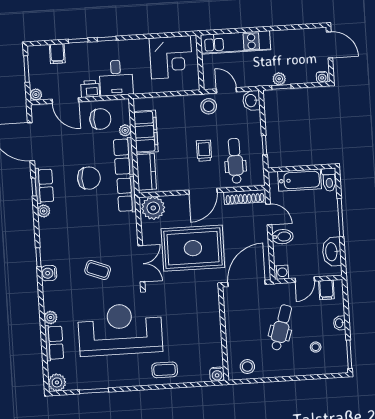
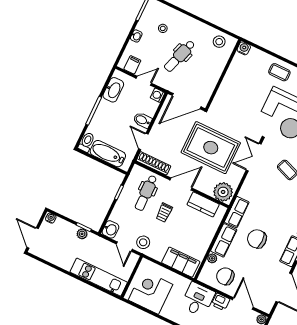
filing cabinet: (146, 132) -> (181, 262), moved, turned 90
kitchen counter: (146, 172) -> (203, 204), moved, turned -90

